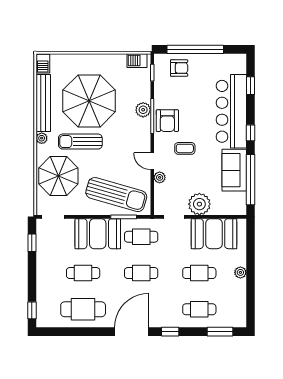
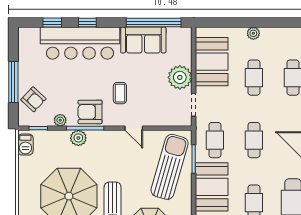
window: (195, 49) -> (13, 82), width x0.68
armchair: (179, 68) -> (33, 99), turned 133
armchair: (167, 121) -> (90, 112), turned 180
window: (250, 133) -> (87, 23), moved
door: (152, 161) -> (134, 128), hinge flipped
plant: (160, 177) -> (60, 120), moved

